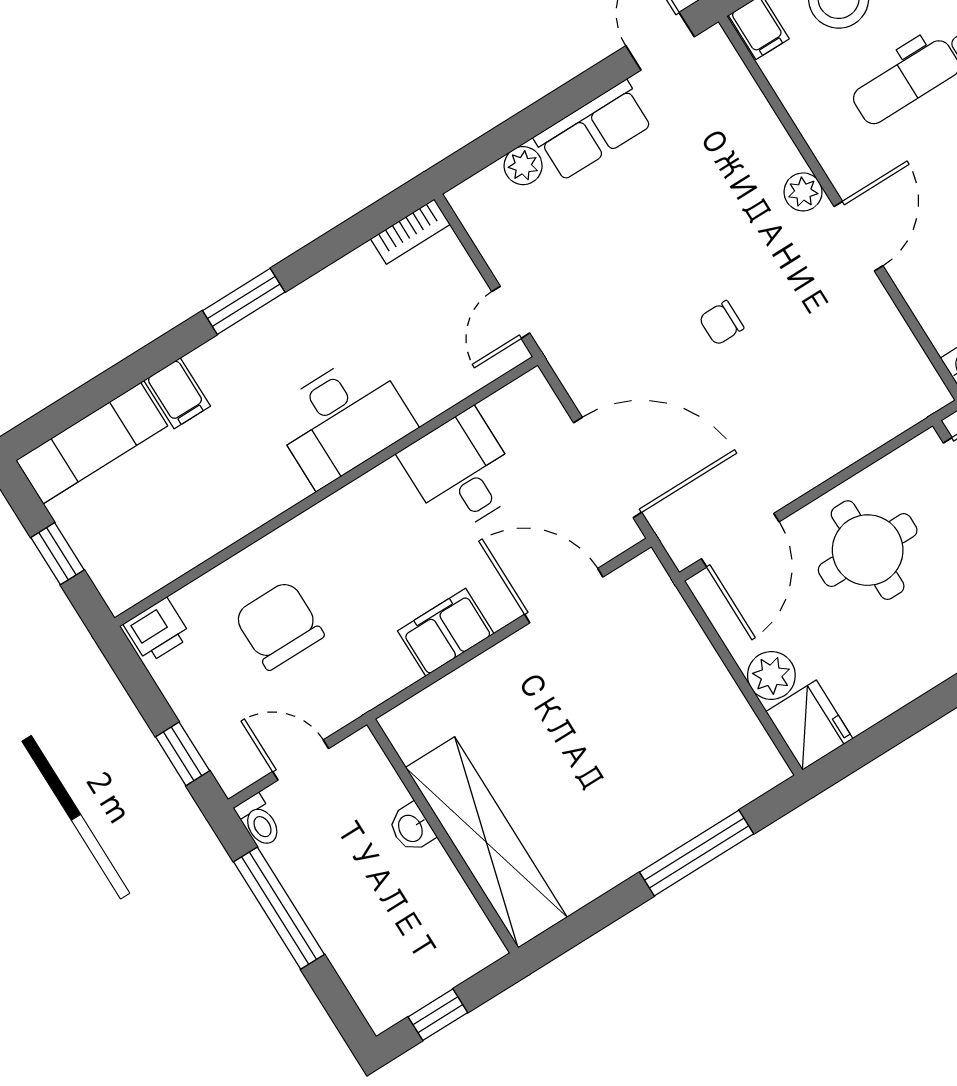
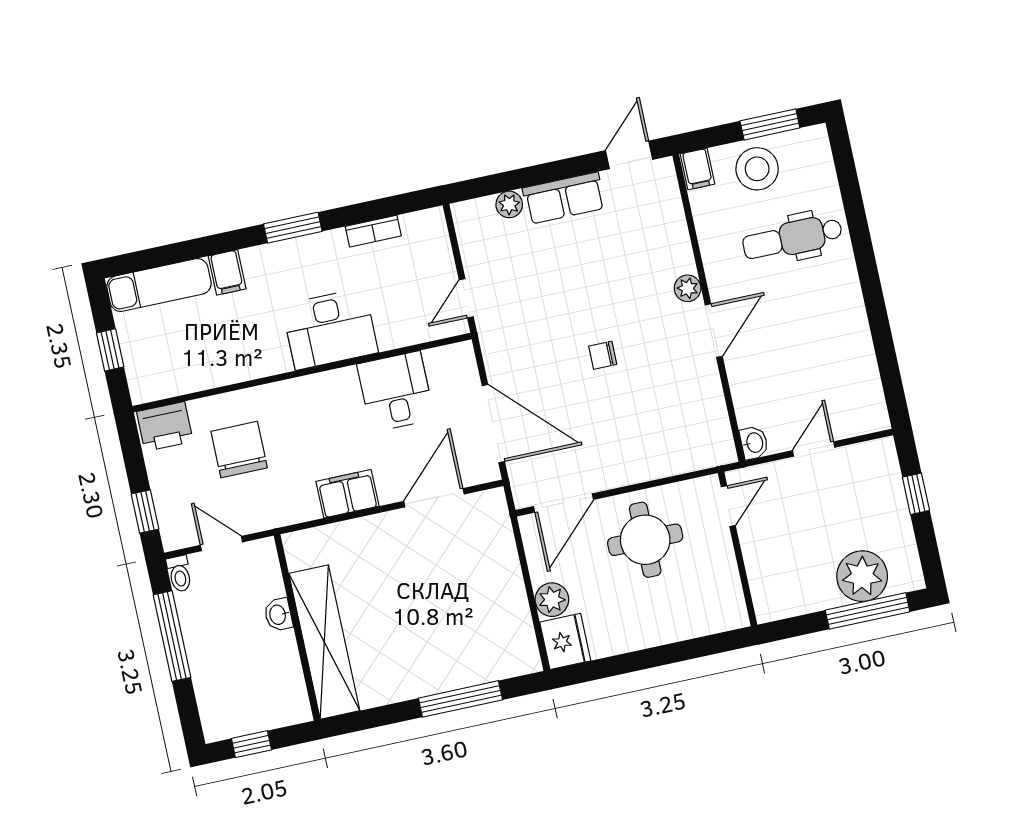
bookcase: (410, 232) -> (373, 231), moved
door: (564, 596) -> (434, 498), hinge flipped
printer: (157, 630) -> (165, 426), width x1.36, depth x1.24

